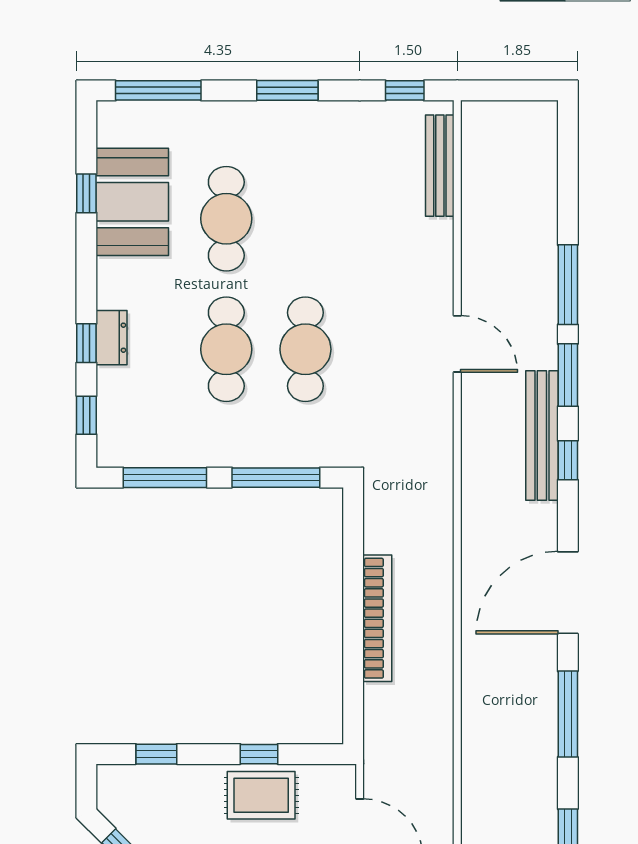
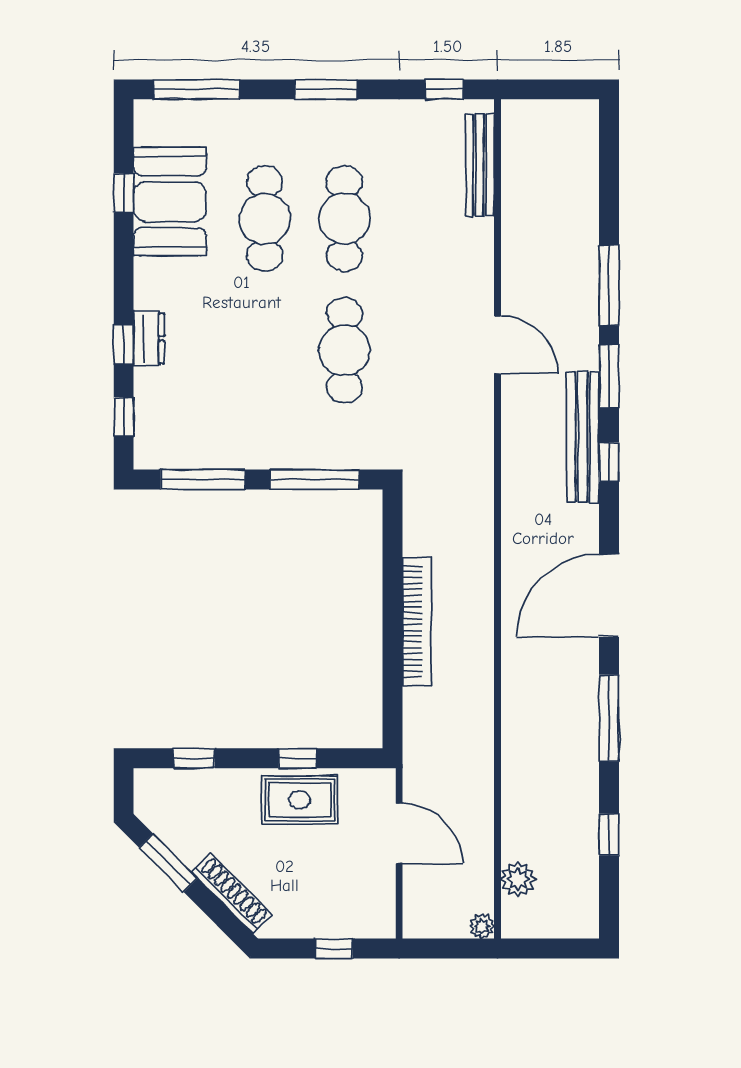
cafe table: (226, 349) -> (344, 219), moved

